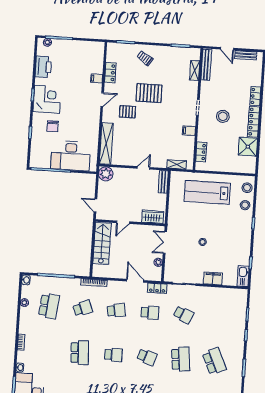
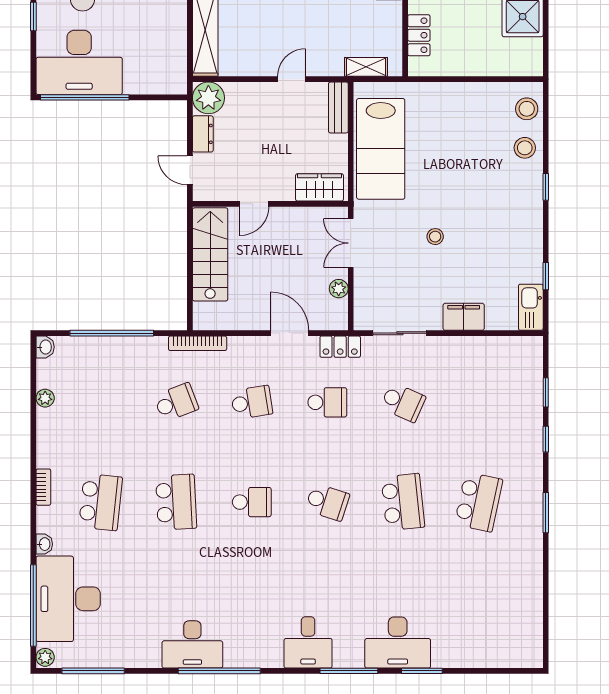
desk: (71, 156) -> (79, 62), moved
dresser: (102, 190) -> (203, 134), added
lab bench: (207, 192) -> (381, 149), moved, turned -90
school desk: (49, 306) -> (101, 502), moved
school desk: (214, 361) -> (479, 502), turned 36

